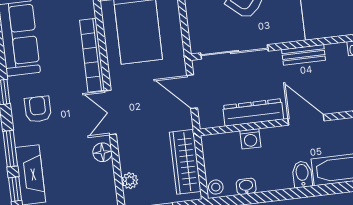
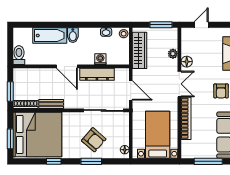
bench: (304, 55) -> (51, 104), moved
plant: (130, 181) -> (173, 54), moved

